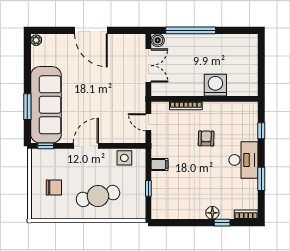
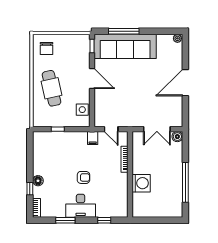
window: (191, 30) -> (185, 182), moved
window: (27, 107) -> (124, 31), width x1.44
door: (148, 122) -> (111, 129), swing flipped
armchair: (206, 138) -> (83, 177), moved
filing cabinet: (160, 165) -> (93, 138), moved
chair: (54, 187) -> (46, 48), moved

